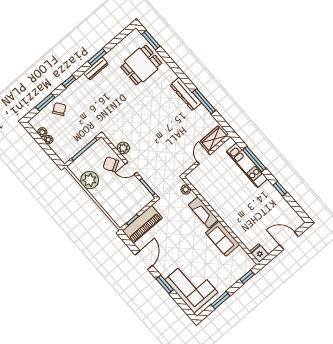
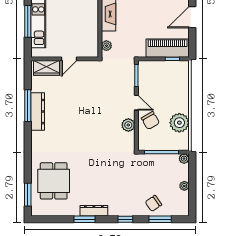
dining table: (141, 65) -> (54, 181), turned 90
dresser: (186, 94) -> (38, 112), moved
plant: (42, 132) -> (184, 159), moved

